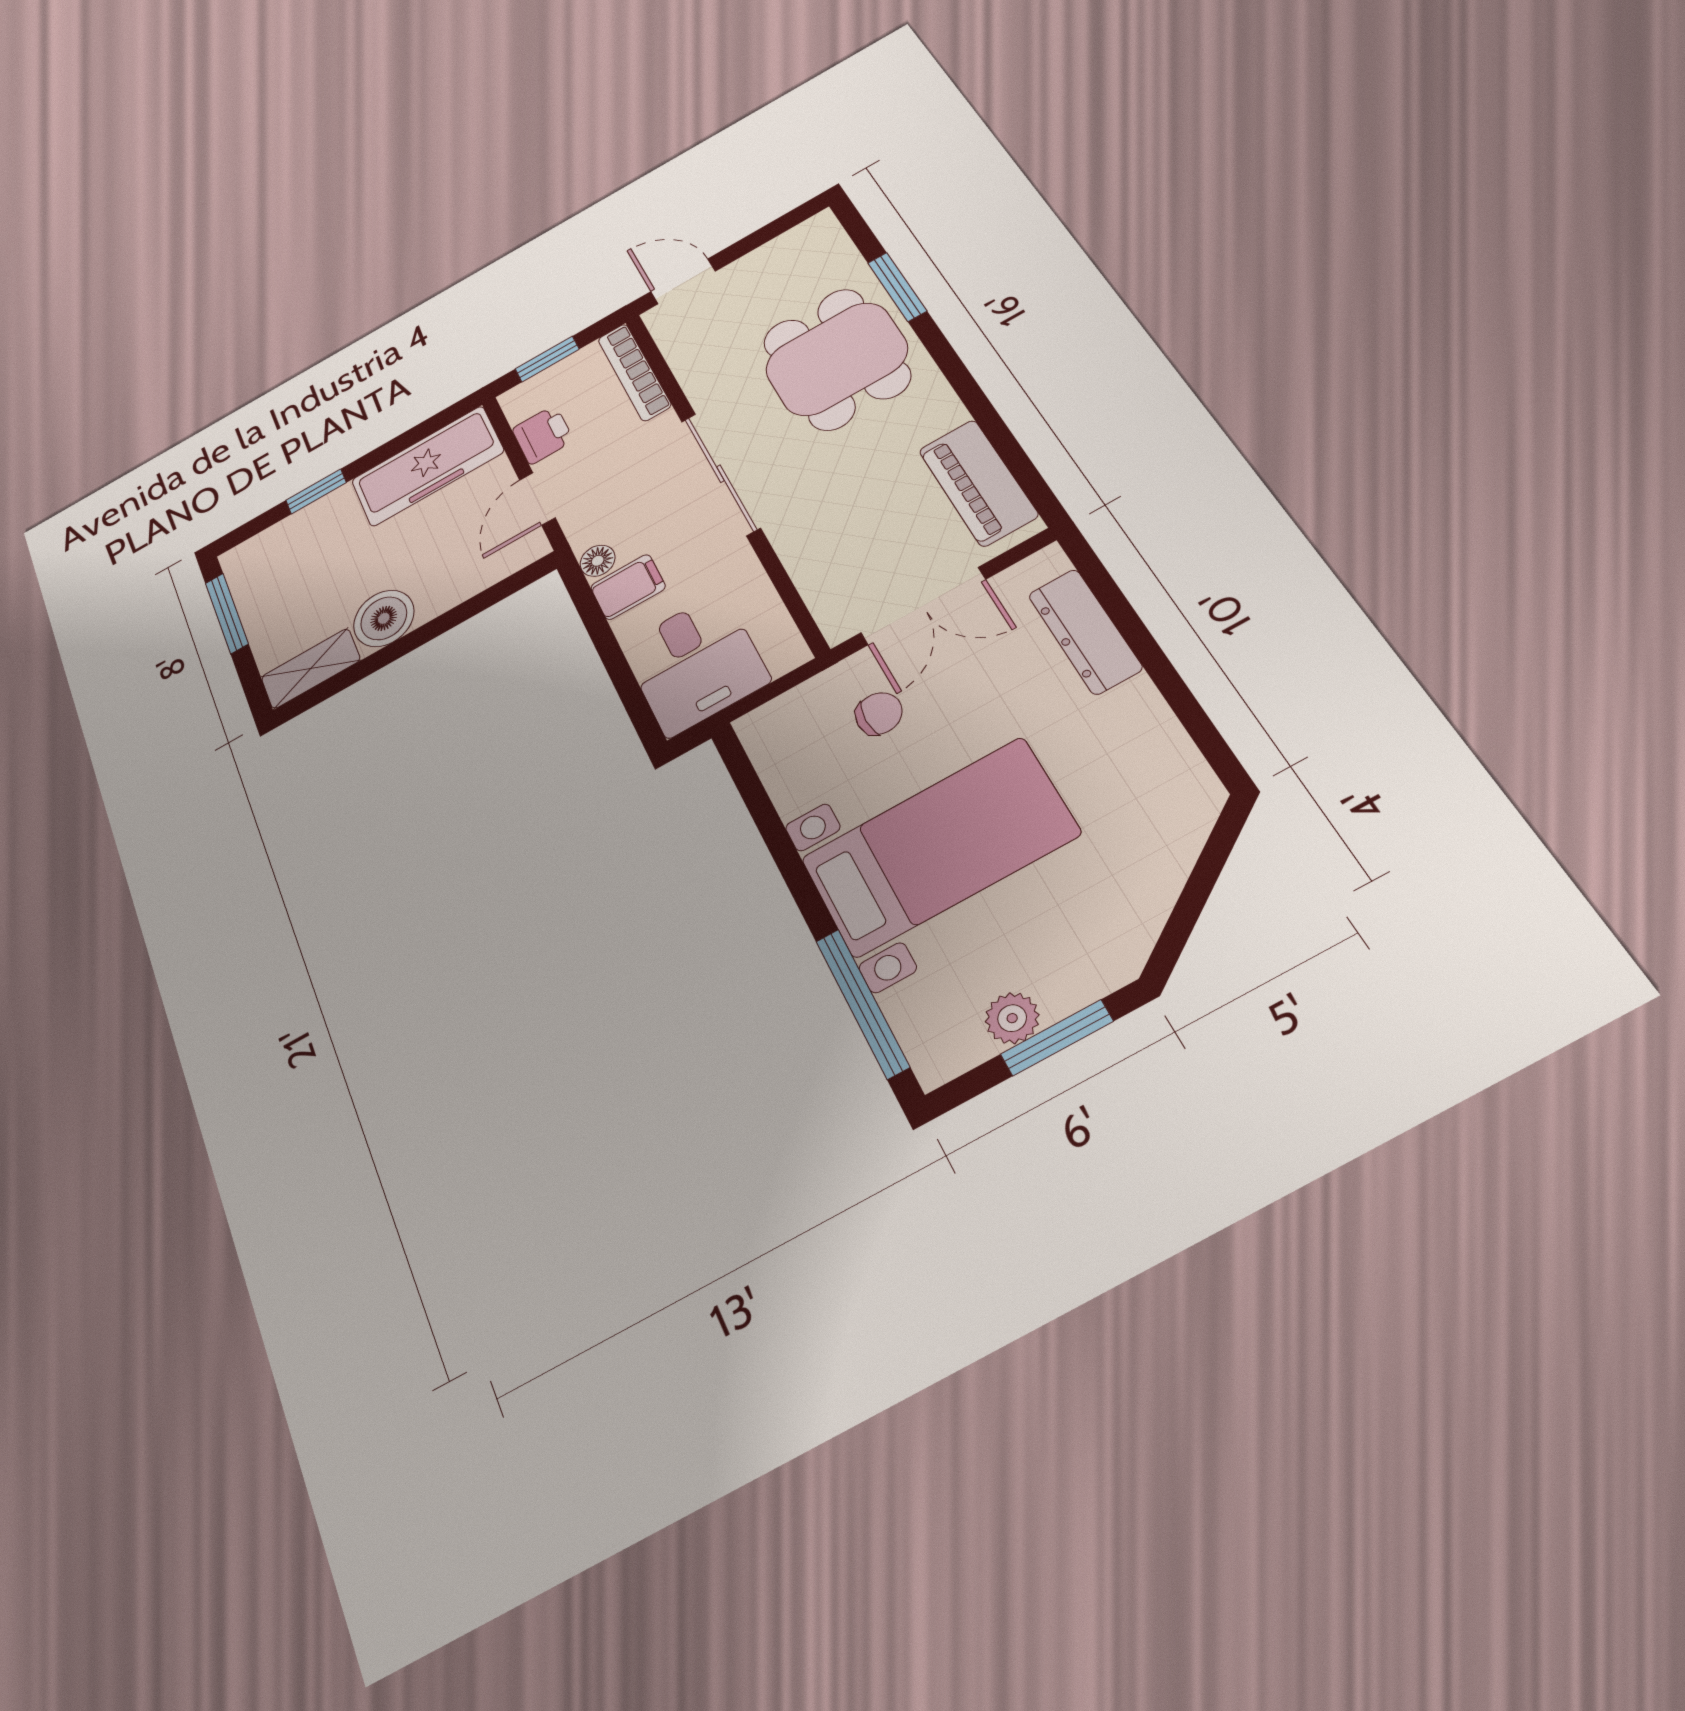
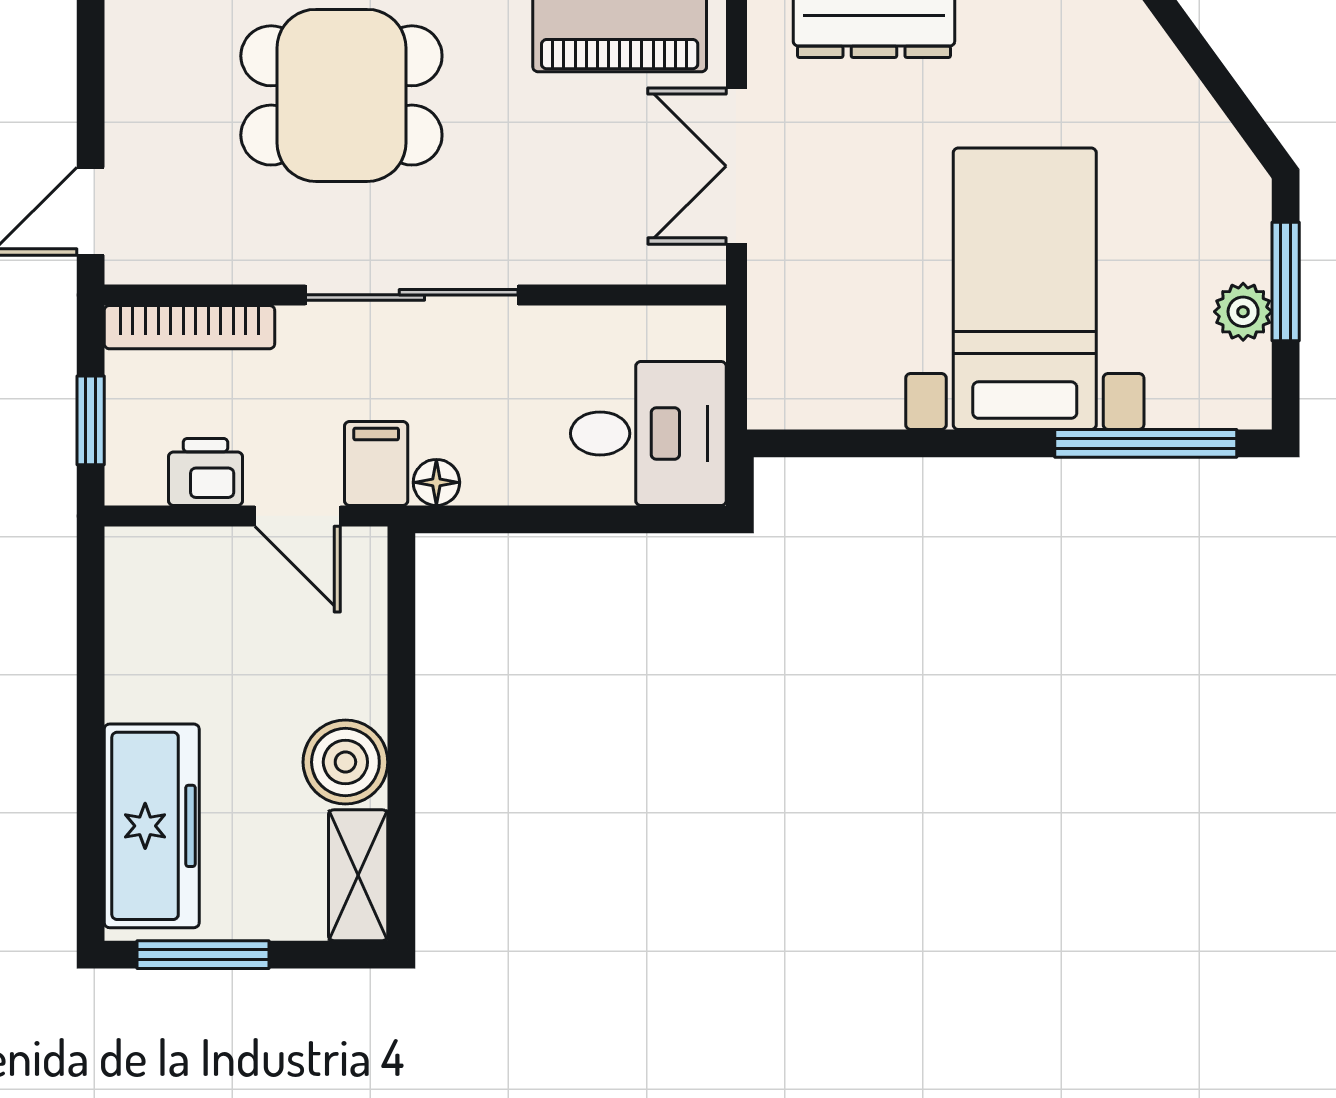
freezer: (427, 466) -> (152, 826), moved
window: (316, 491) -> (91, 781), removed
filing cabinet: (628, 587) -> (376, 463), moved
double door: (923, 606) -> (736, 166), swing flipped
chair: (879, 714) -> (836, 273), removed

